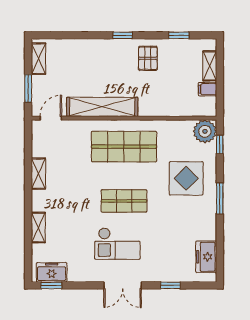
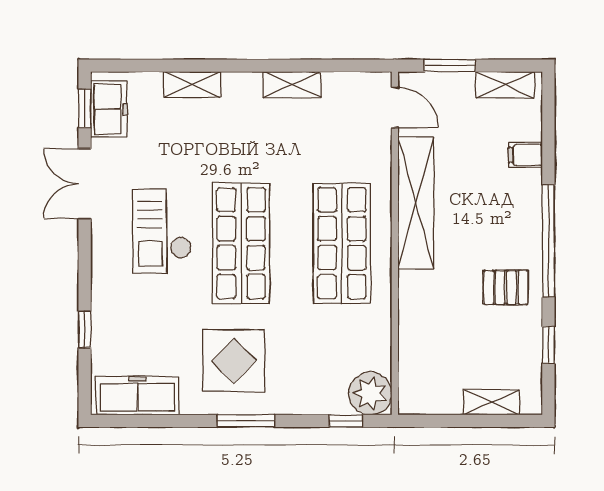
window: (123, 35) -> (548, 241), width x3.17
filing cabinet: (207, 89) -> (526, 155), moved, turned -90
display table: (186, 178) -> (234, 361), moved
shop shelf: (124, 201) -> (241, 243), width x1.43, depth x1.36
freezer: (206, 257) -> (138, 396), width x1.40
double door: (123, 285) -> (85, 184), moved

